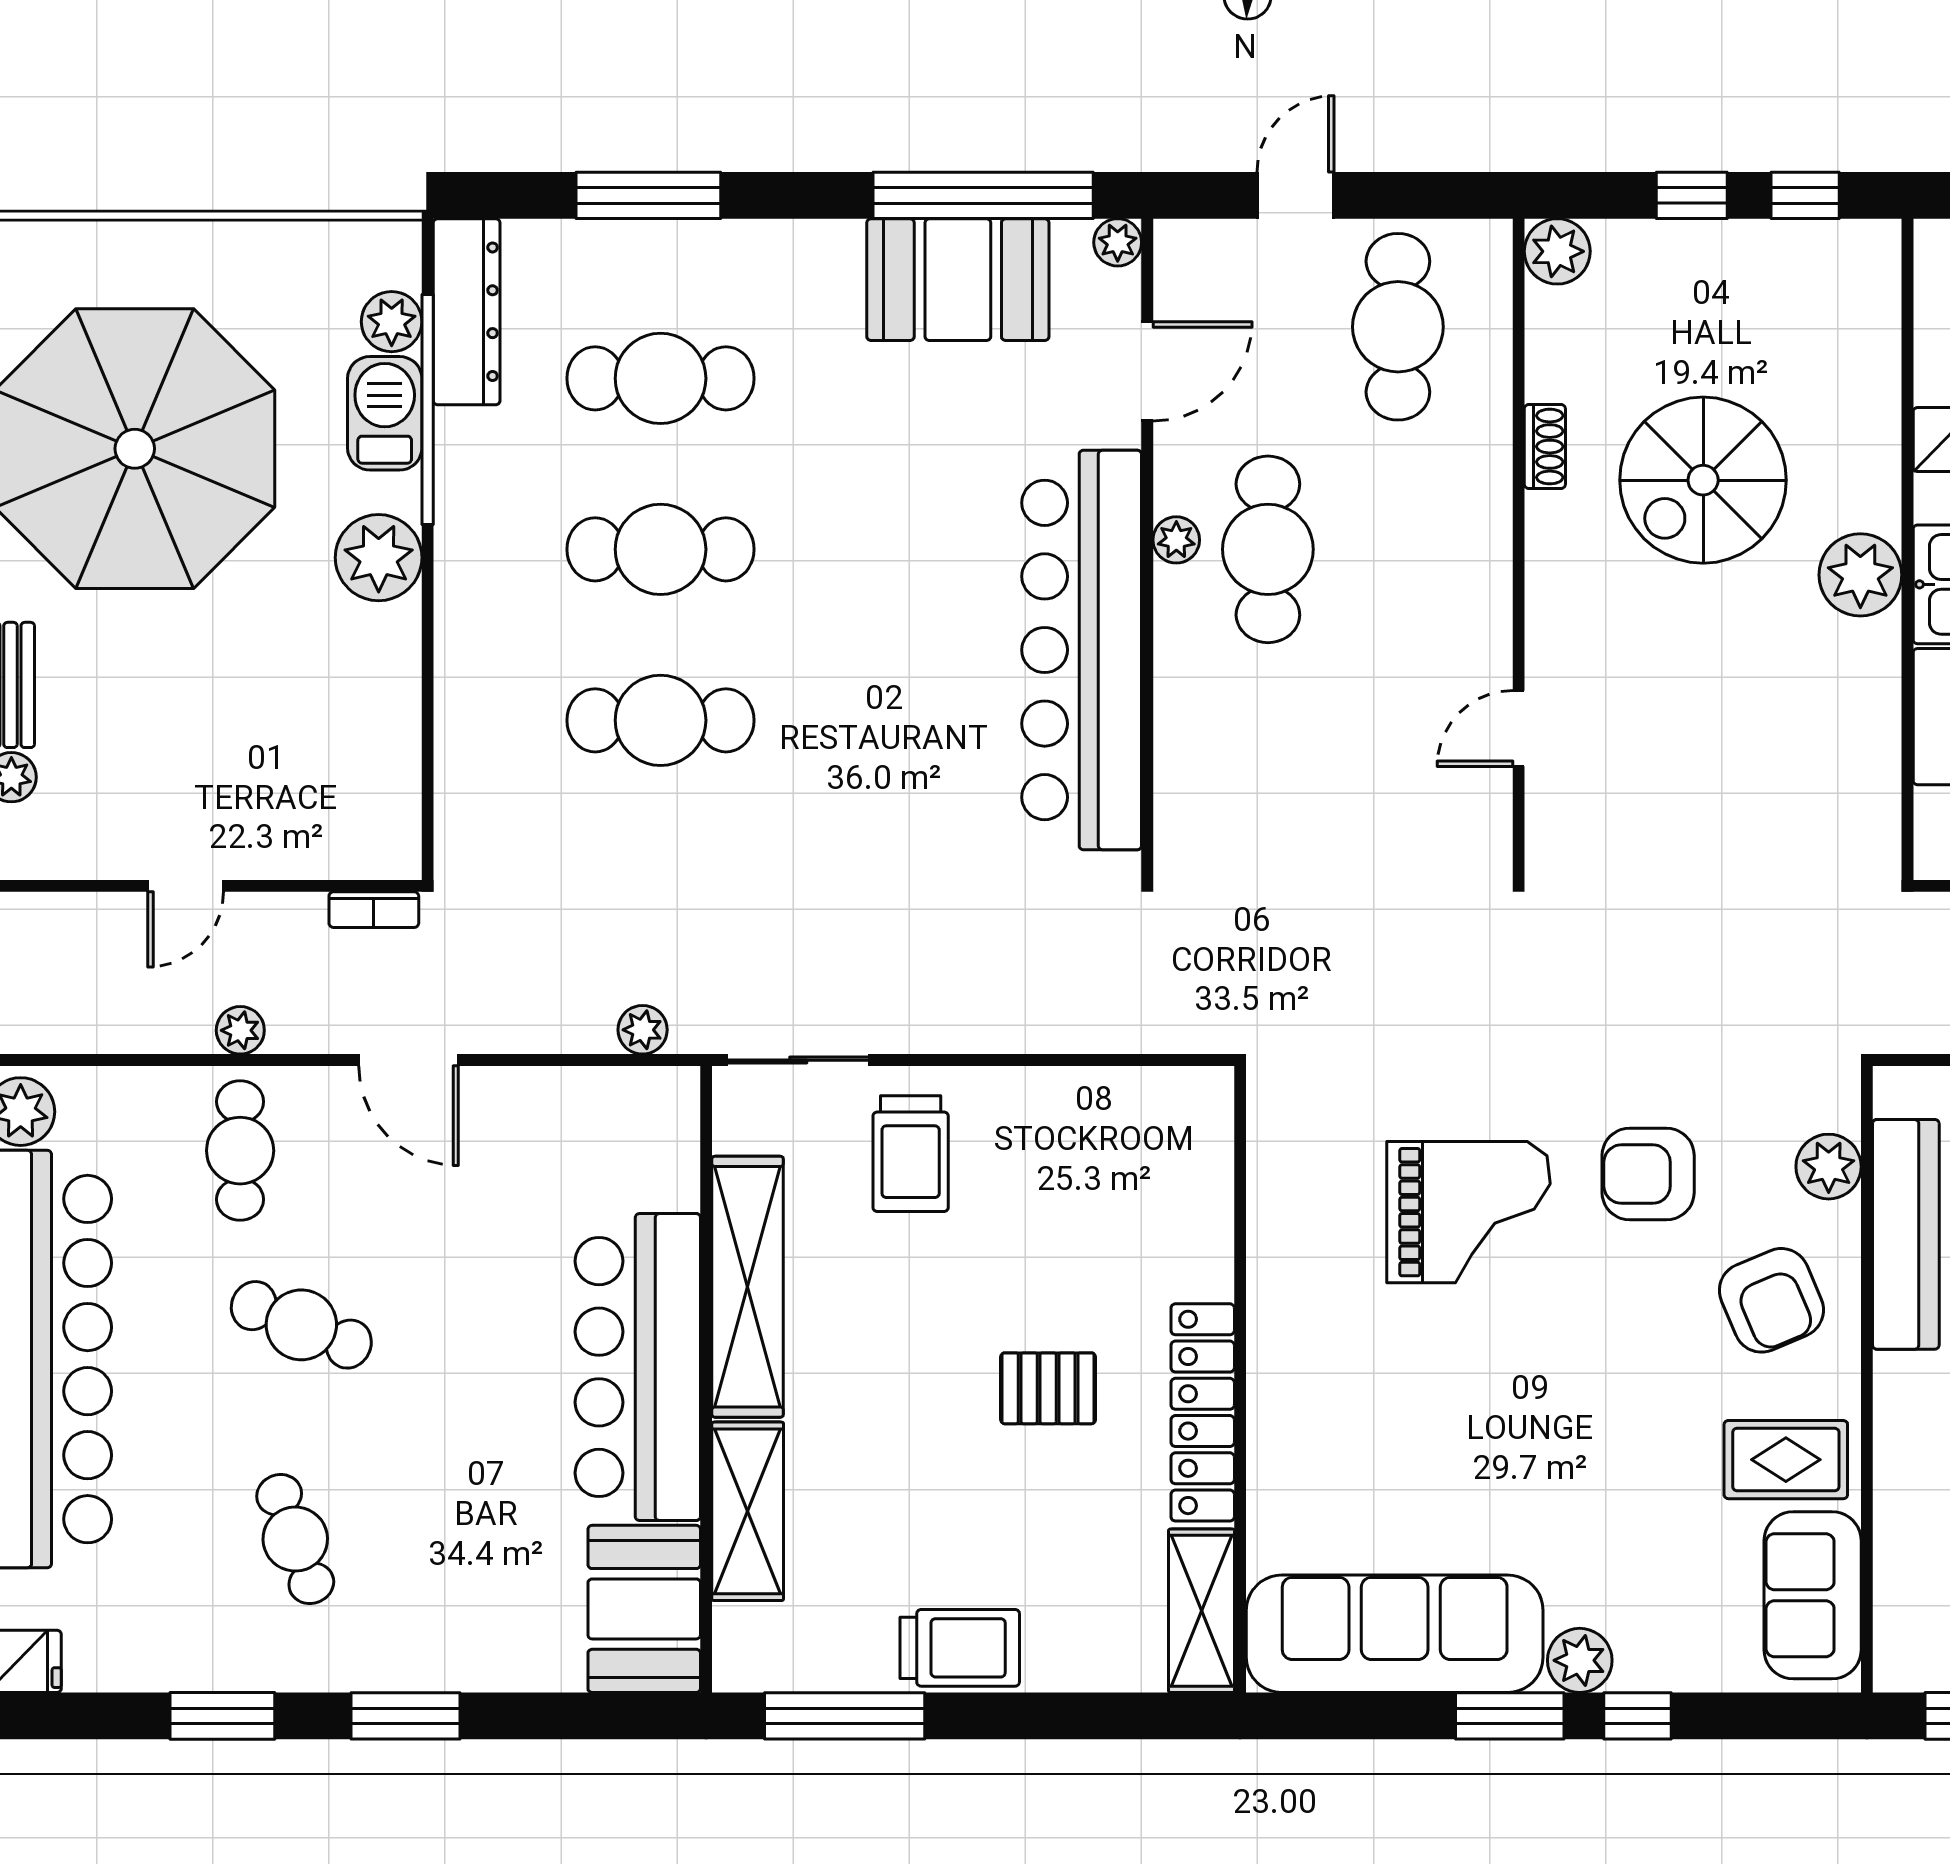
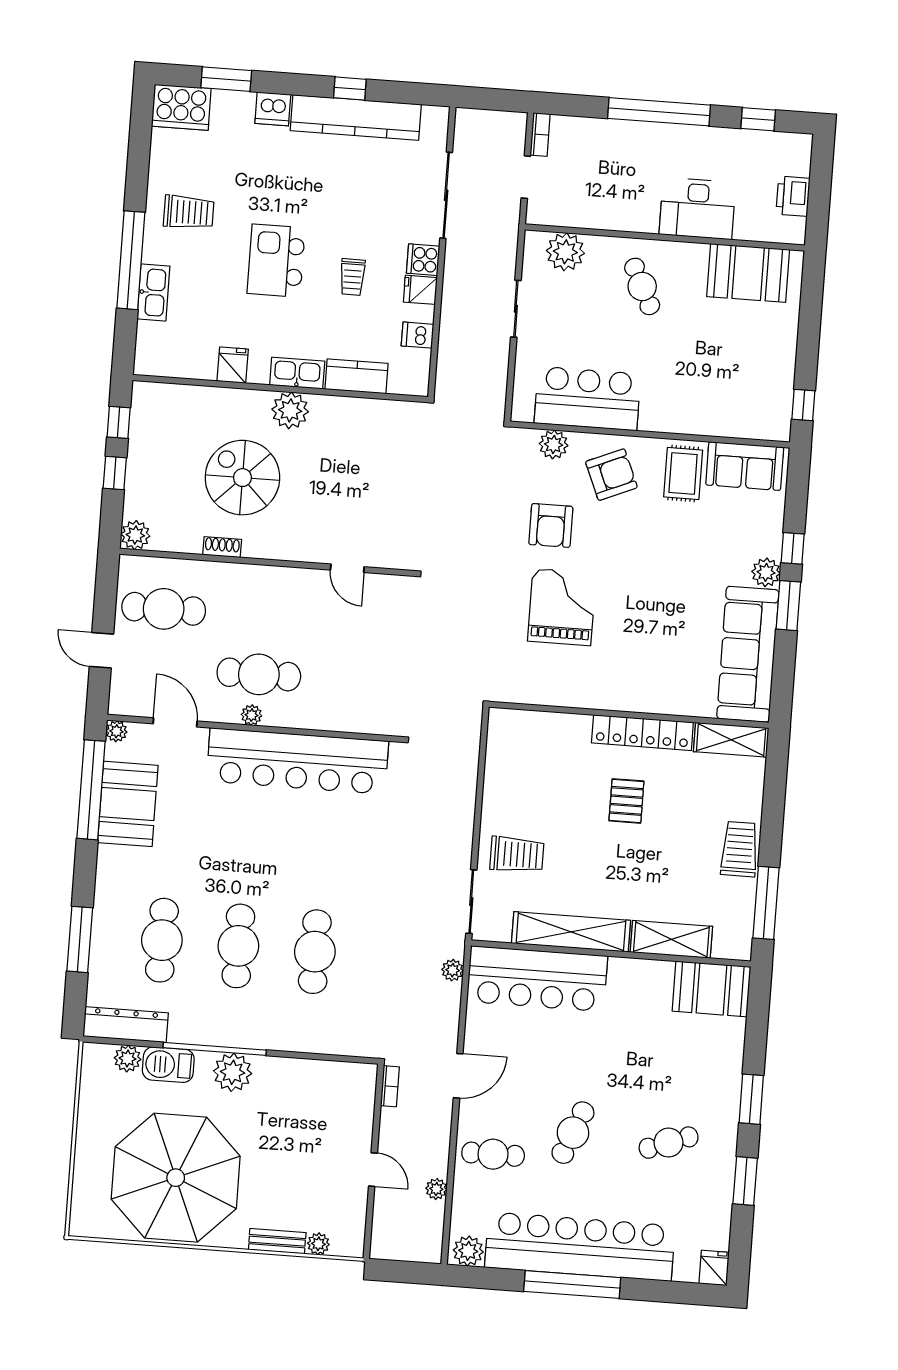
window: (428, 410) -> (215, 1049), moved
spiral stairs: (1703, 480) -> (242, 478), turned 180
plant: (240, 1030) -> (436, 1189), moved
bar counter: (638, 1367) -> (537, 979), moved

